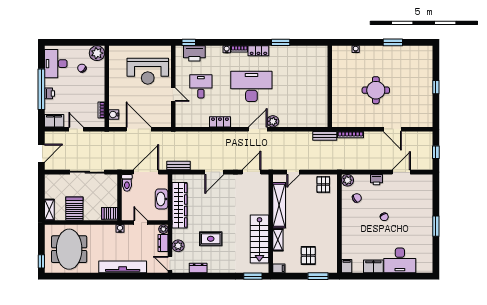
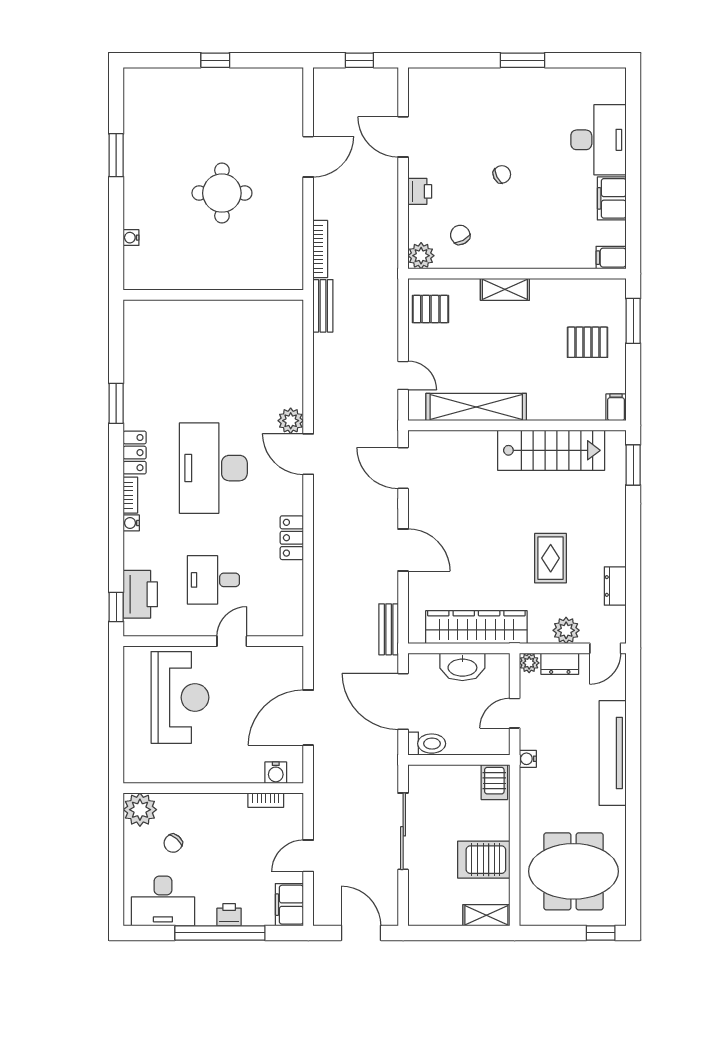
shelving: (278, 240) -> (505, 289), moved

